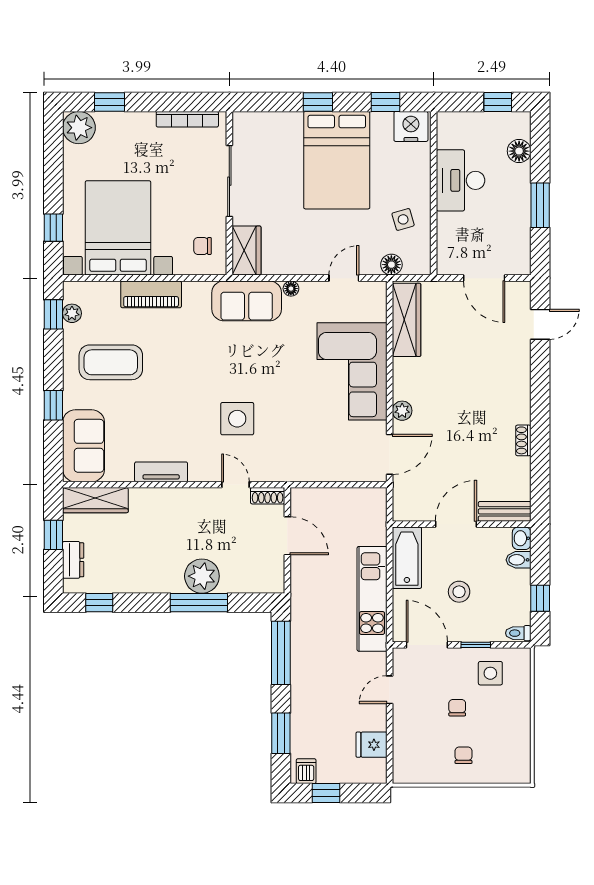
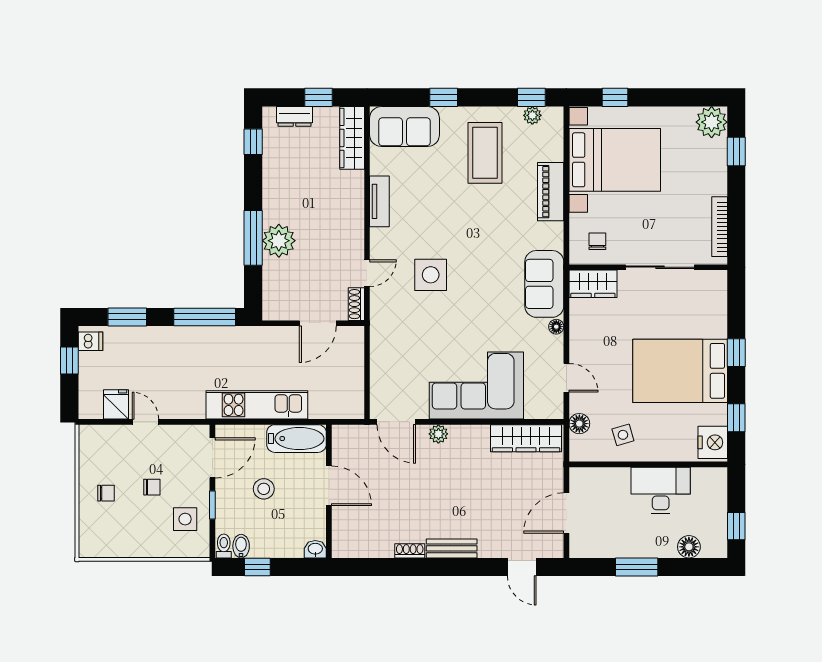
bench: (505, 511) -> (452, 548), moved, turned 90
bidet: (518, 560) -> (241, 546), moved
door: (390, 690) -> (145, 422), moved

